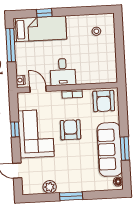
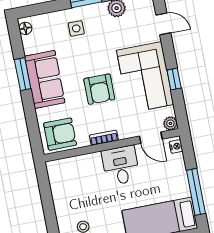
plant: (22, 97) -> (170, 123), added
armchair: (104, 101) -> (60, 134), turned 90
sofa: (110, 149) -> (45, 79), width x0.73
side table: (81, 176) -> (76, 28), added

